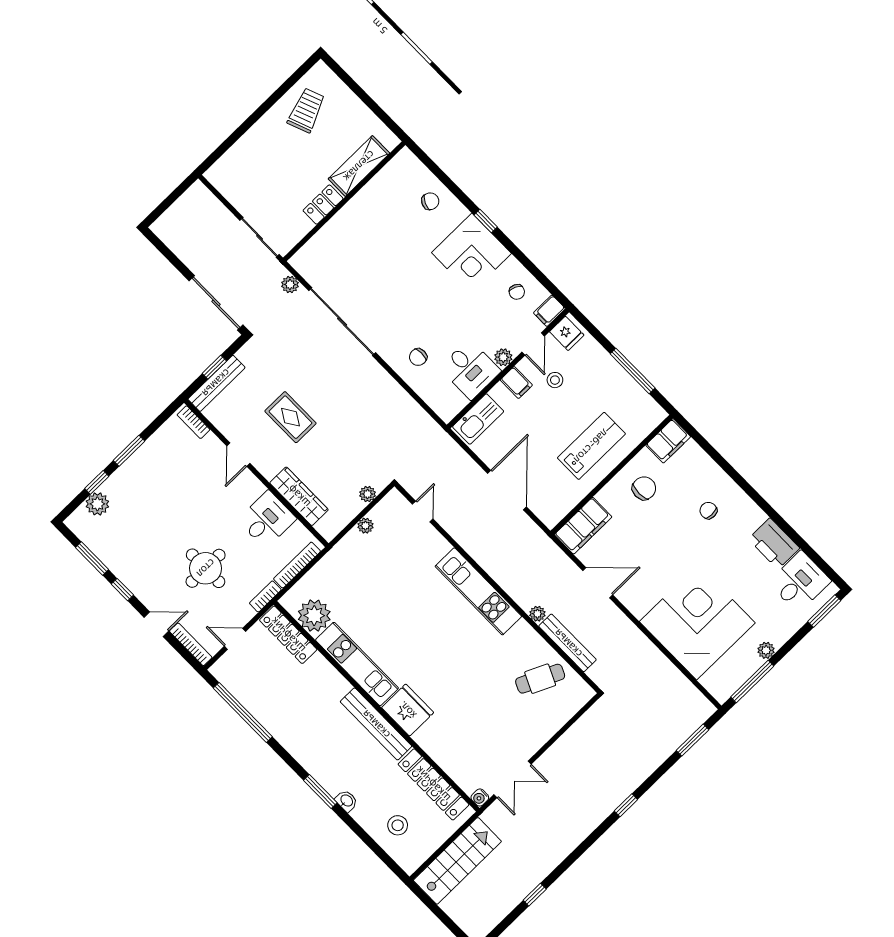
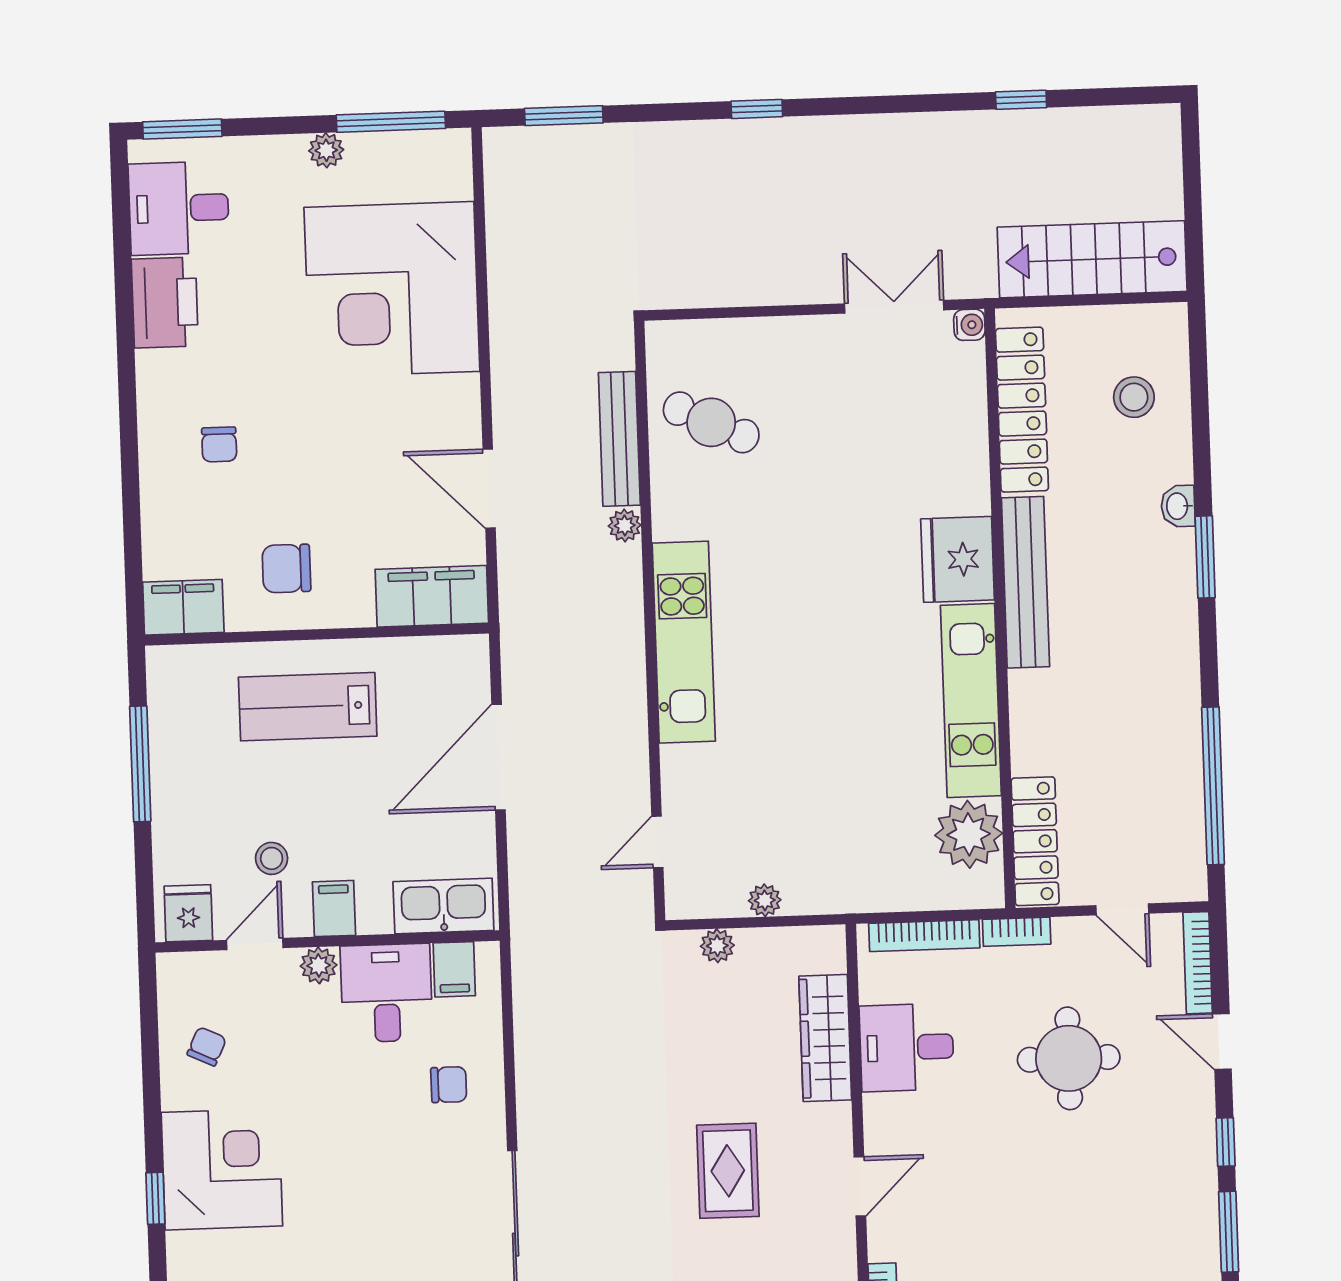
filing cabinet: (549, 311) -> (454, 969), moved, turned 90

